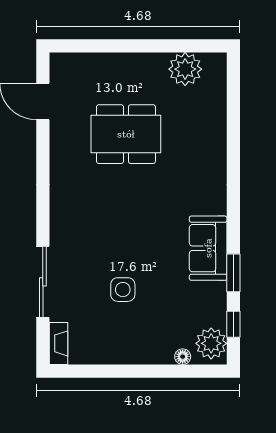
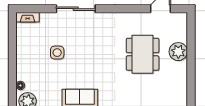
plant: (185, 69) -> (178, 52), moved
sliding door: (43, 282) -> (76, 9), moved

